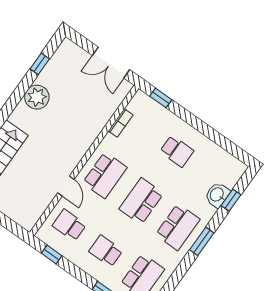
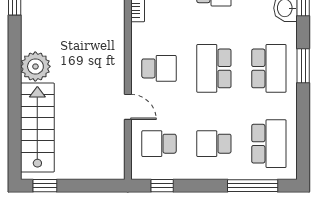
plant: (37, 97) -> (35, 66), moved
school desk: (105, 175) -> (159, 68), width x0.54

